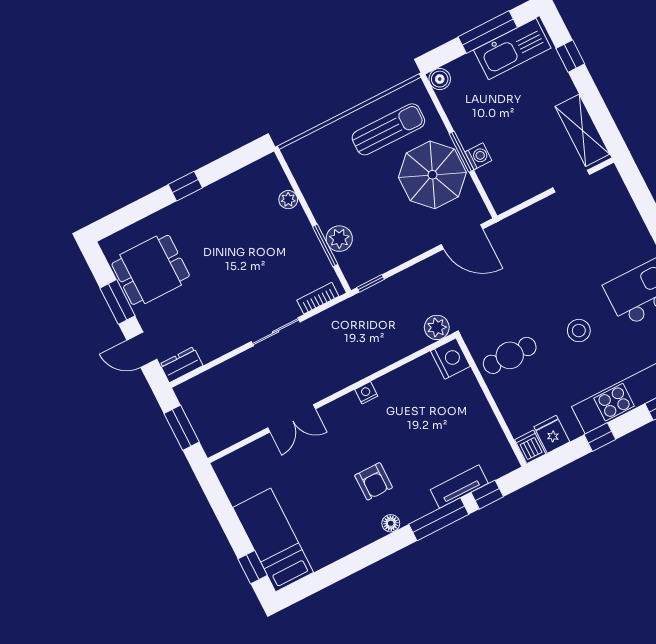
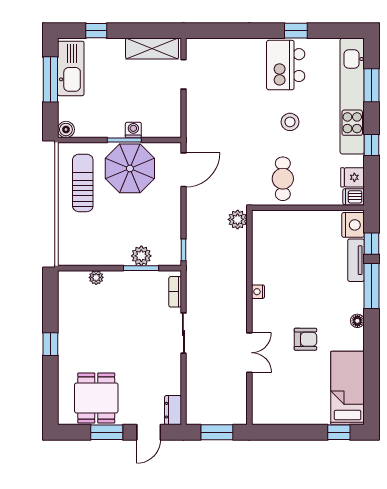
nightstand: (450, 359) -> (353, 225), moved, turned 90
armchair: (374, 481) -> (305, 339), moved
bed: (273, 540) -> (348, 388), moved, turned 90

